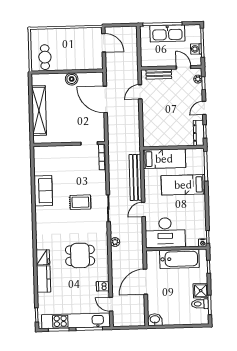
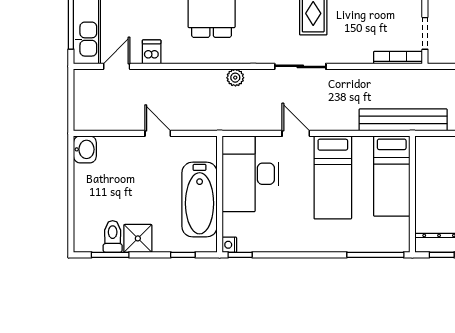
bench: (135, 177) -> (403, 120), moved
bed: (183, 185) -> (333, 177), moved, turned 180
door: (145, 282) -> (158, 133), width x0.53

